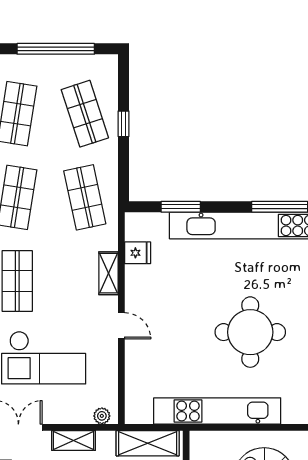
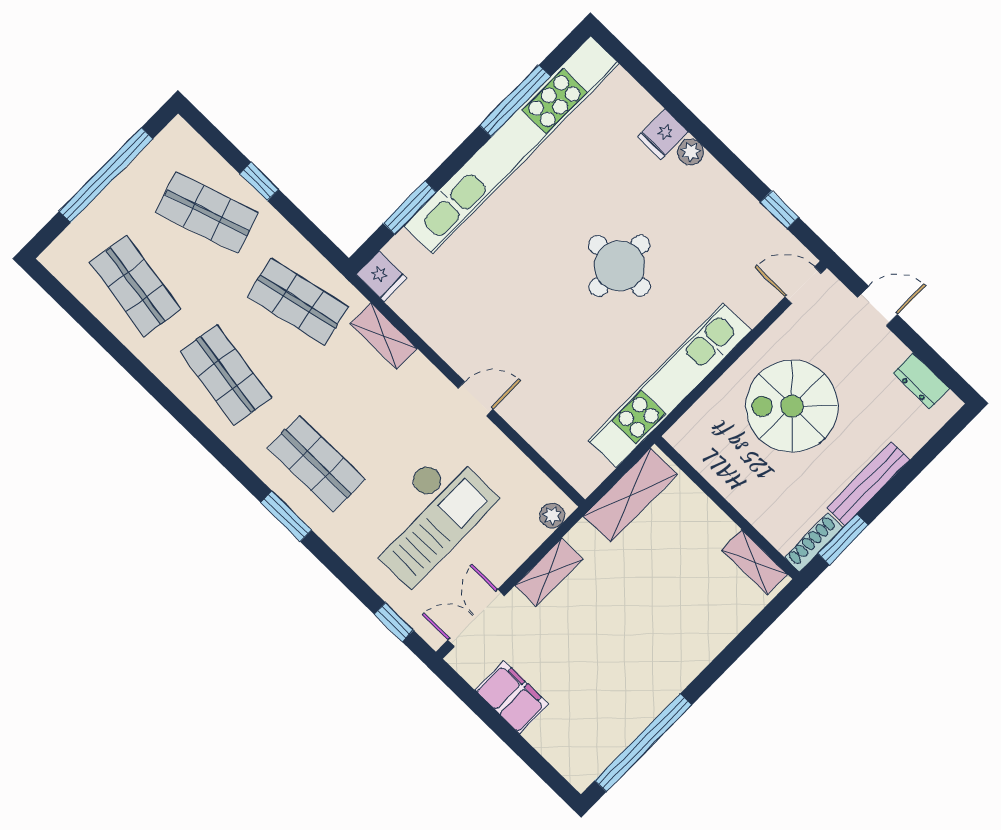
fridge: (138, 253) -> (382, 276), moved, turned 90
shelving: (108, 273) -> (384, 336), moved
round table: (250, 332) -> (619, 266), width x0.73, depth x0.73

